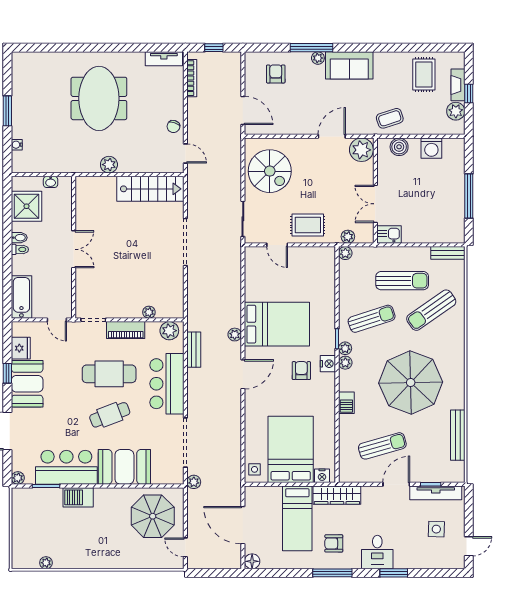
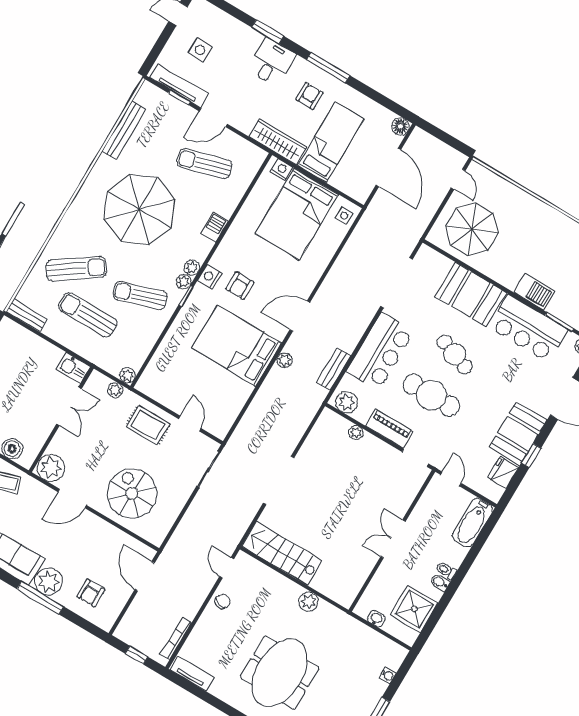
plant: (318, 58) -> (49, 582), width x1.87, depth x1.87
spiral stairs: (270, 171) -> (132, 494), moved
cafe table: (110, 415) -> (455, 354), turned 41
plant: (194, 482) -> (411, 239), removed
armchair: (334, 543) -> (309, 96), turned -90

